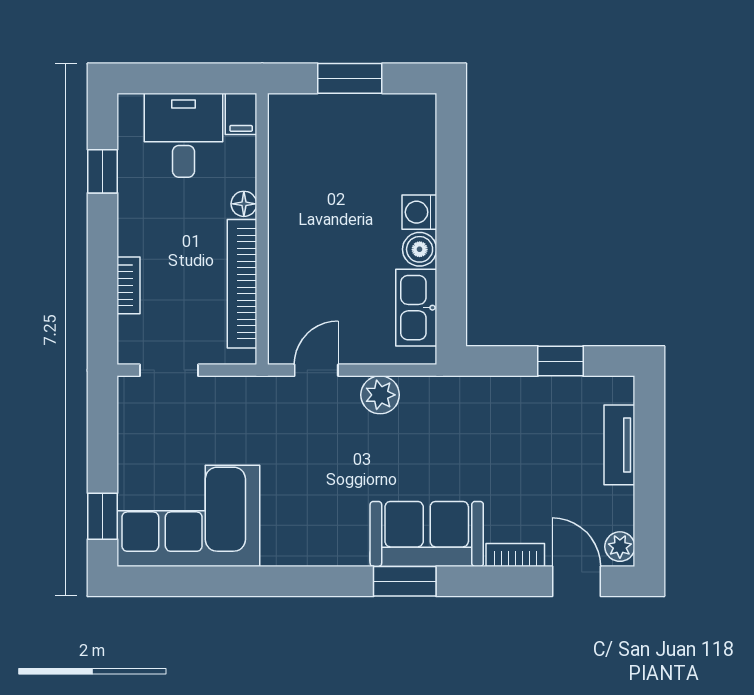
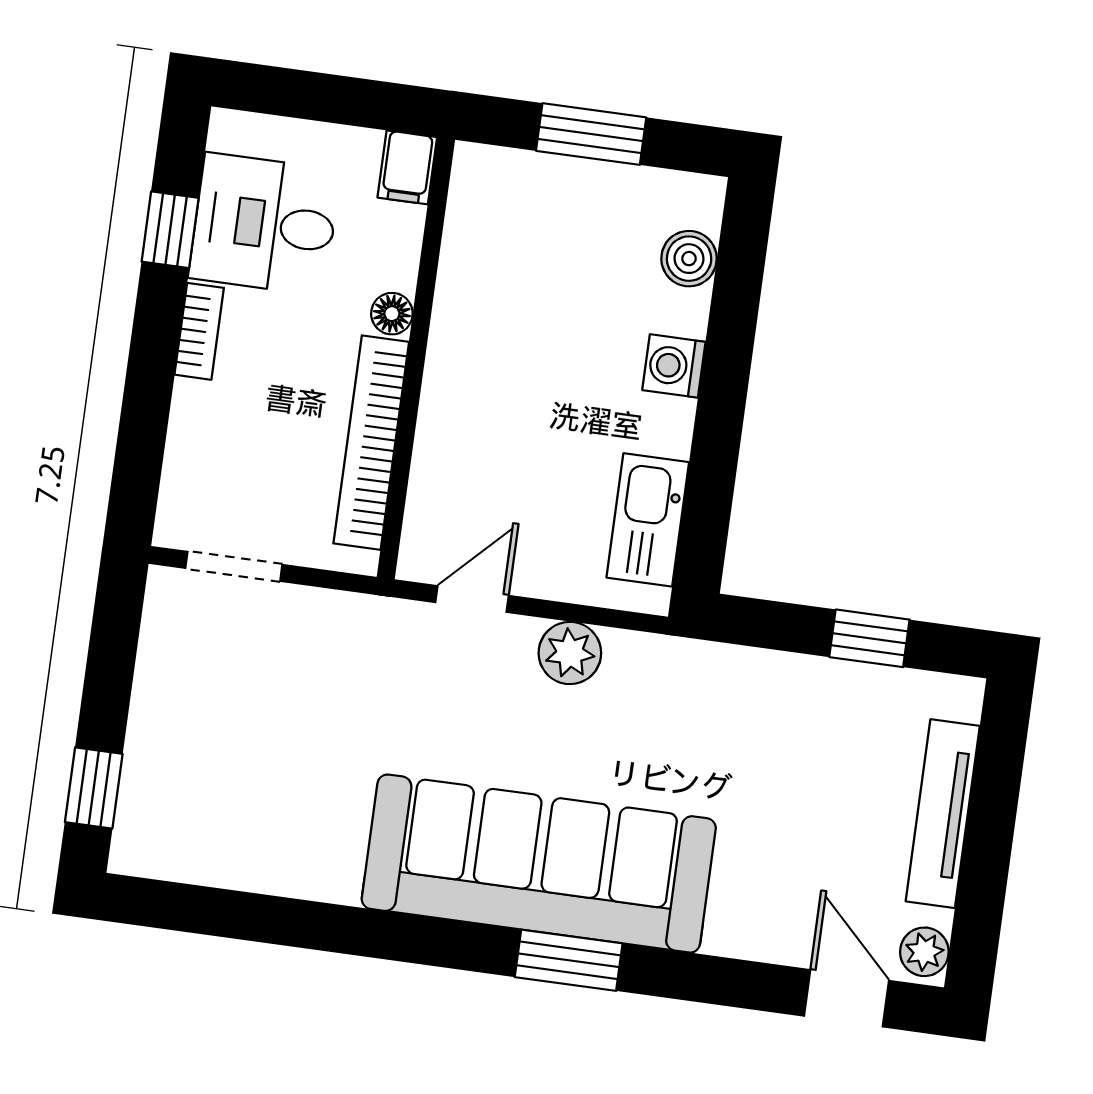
desk: (183, 135) -> (265, 224), moved, turned -90
boiler: (420, 249) -> (689, 259), moved
bookcase: (129, 285) -> (199, 331), moved
tv unit: (619, 445) -> (943, 814), width x1.41
corner sofa: (188, 516) -> (233, 806), removed
sofa: (427, 534) -> (539, 864), width x1.85, depth x1.27
bookcase: (515, 555) -> (753, 942), removed

